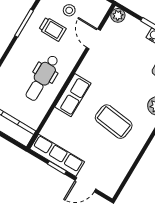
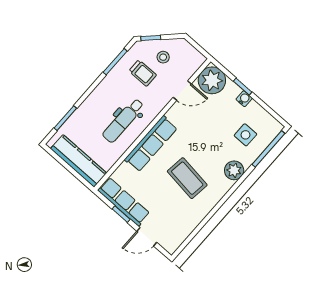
plant: (118, 15) -> (212, 80), width x1.88, depth x1.88
door: (93, 39) -> (182, 91), swing flipped
row of seats: (73, 95) -> (151, 144), width x1.48

